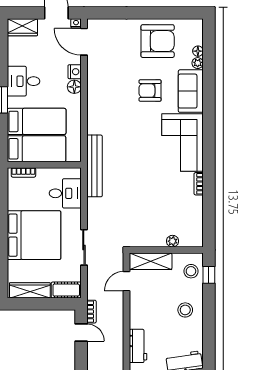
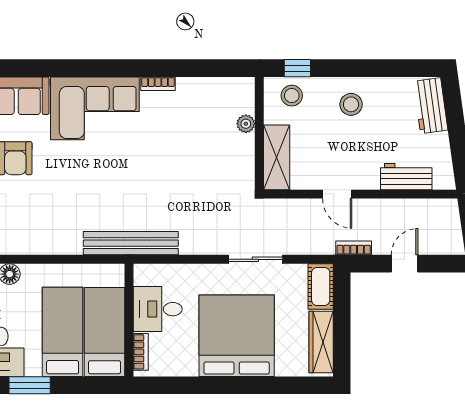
desk: (65, 193) -> (158, 309), moved, turned -90
door: (127, 281) -> (337, 194), moved
door: (81, 333) -> (405, 264), moved

